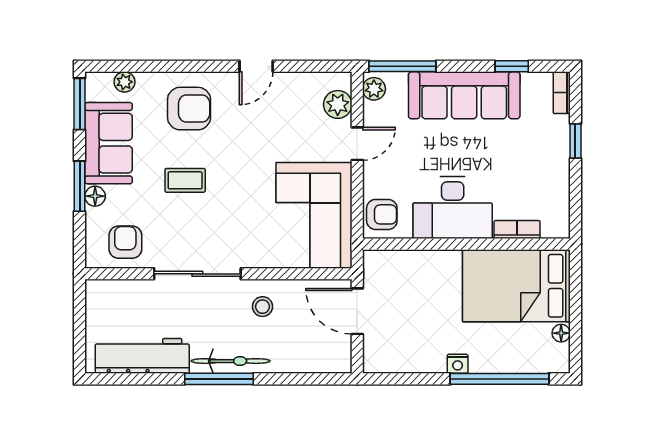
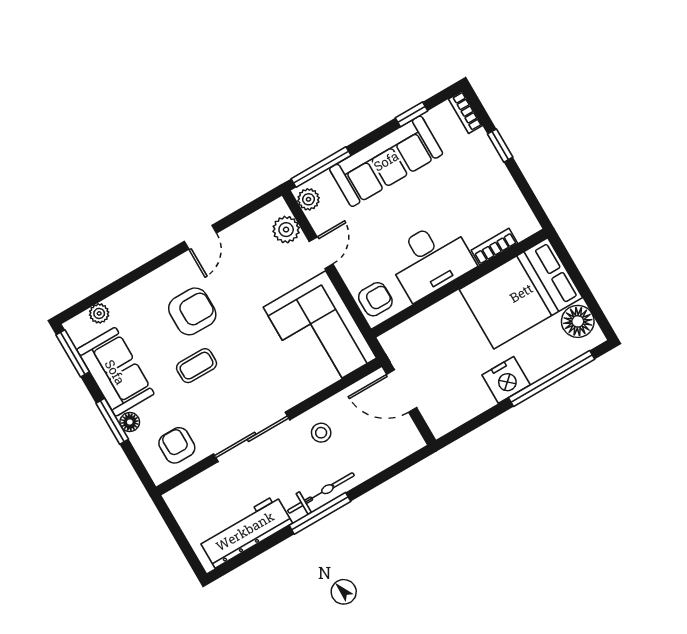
armchair: (189, 109) -> (192, 311), moved
floor lamp: (561, 333) -> (578, 321), width x1.89, depth x1.89
nightstand: (458, 364) -> (506, 380), width x1.89, depth x1.79

